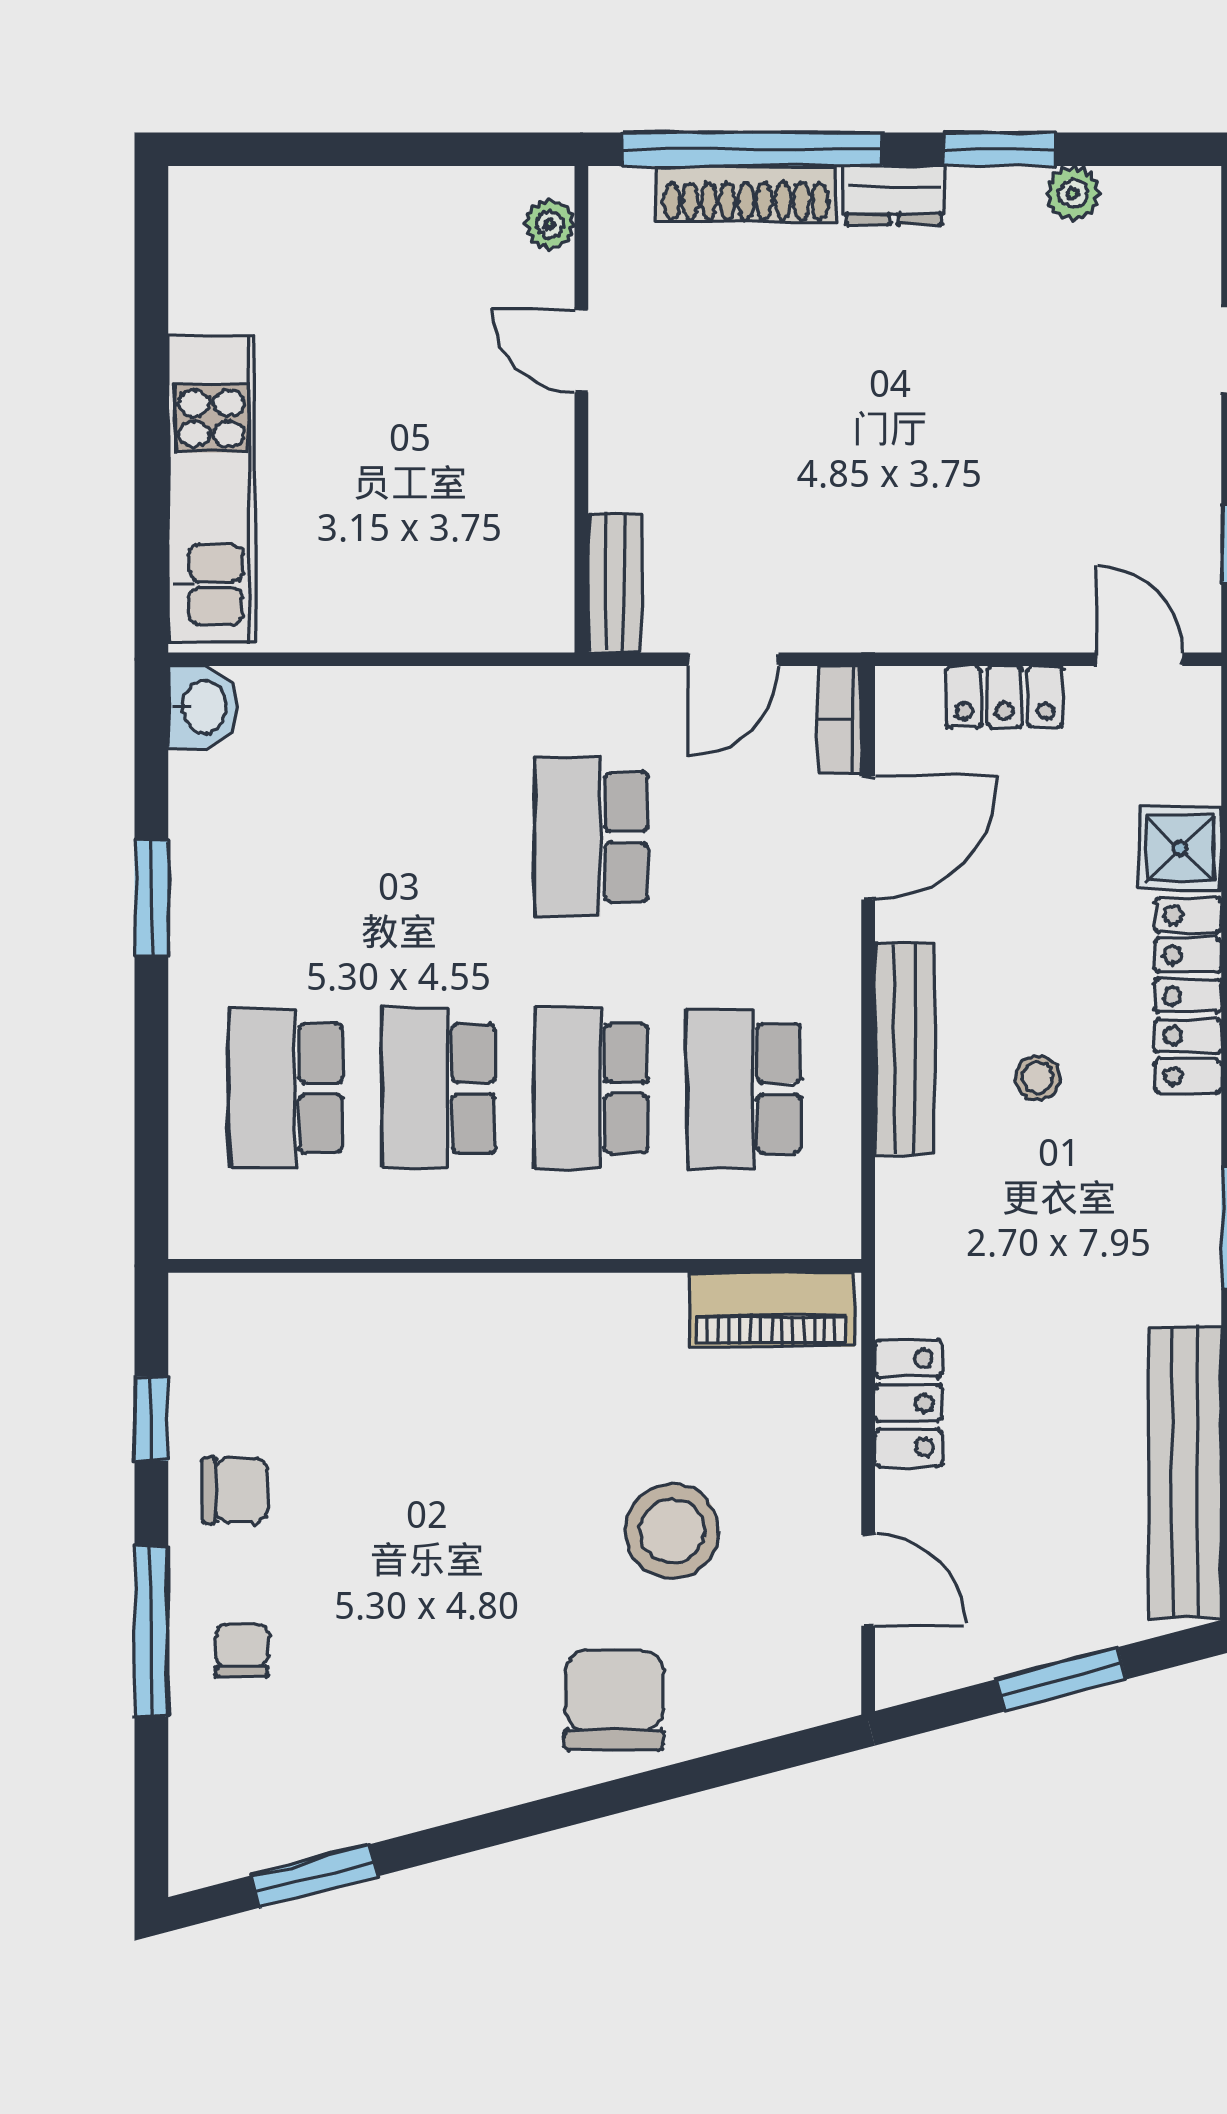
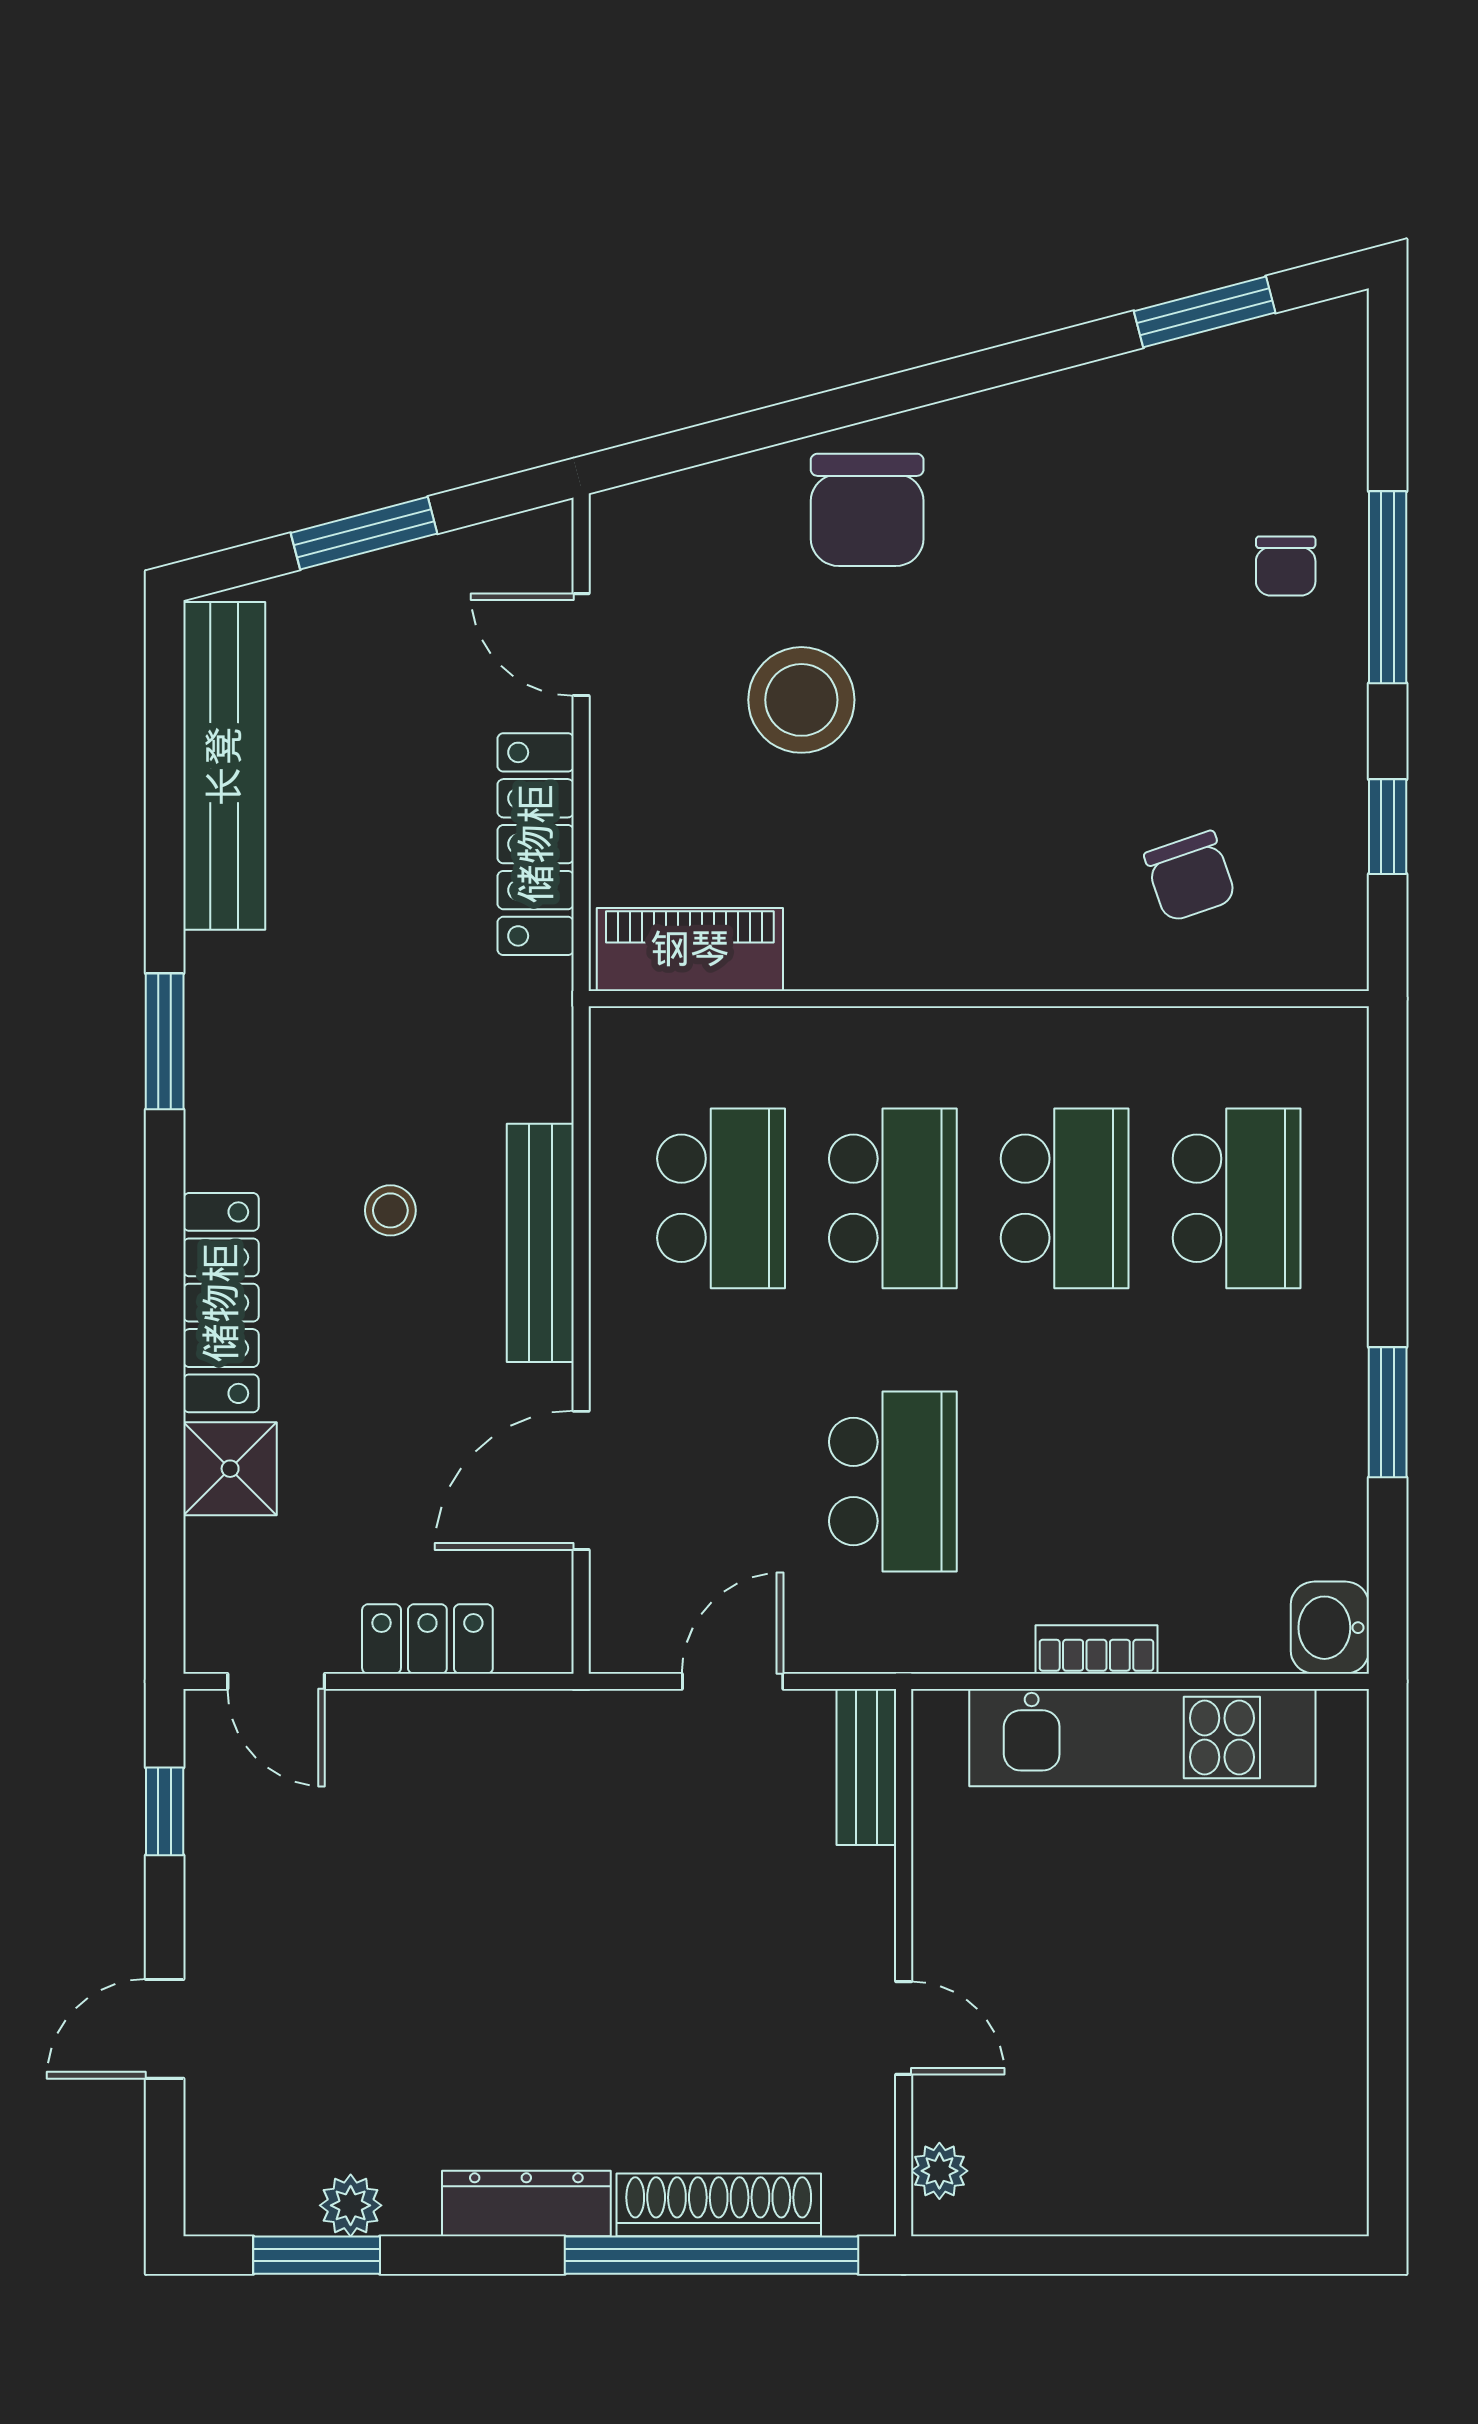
window: (1000, 149) -> (317, 2255), moved
dresser: (894, 195) -> (526, 2203), width x1.44
kitchen unit: (211, 489) -> (1142, 1738), moved, turned -90
bookcase: (840, 720) -> (1096, 1649), moved, turned -90
locker: (909, 1403) -> (536, 844), width x1.53
chair: (235, 1490) -> (1190, 876), moved, turned -109

